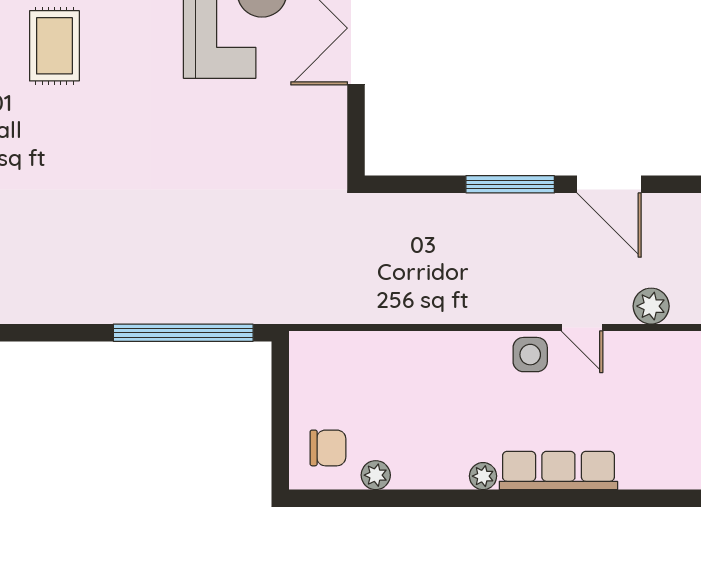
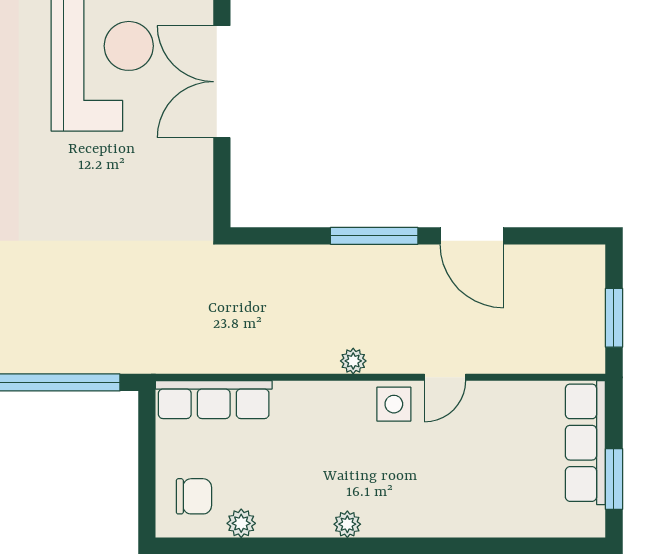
plant: (651, 306) -> (353, 361), moved, width x0.73, depth x0.73
door: (582, 328) -> (445, 377), hinge flipped
row of seats: (558, 471) -> (214, 400), moved, turned 180

